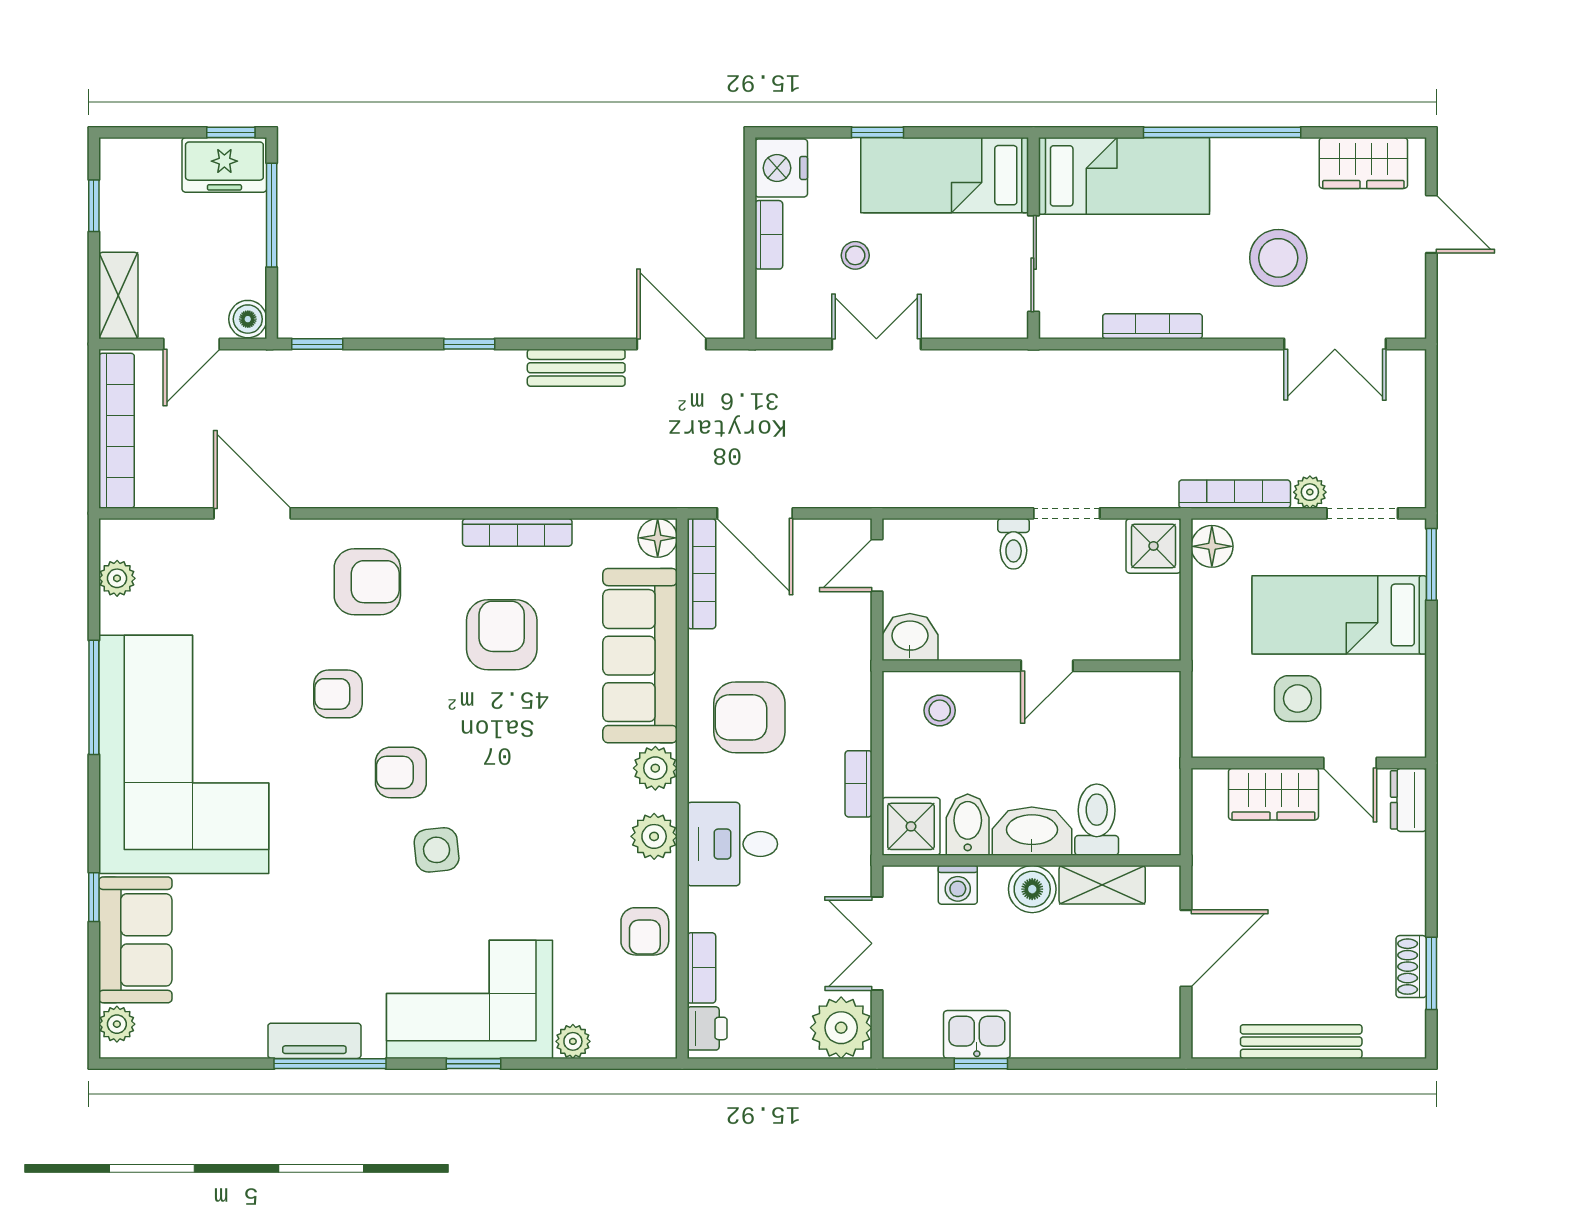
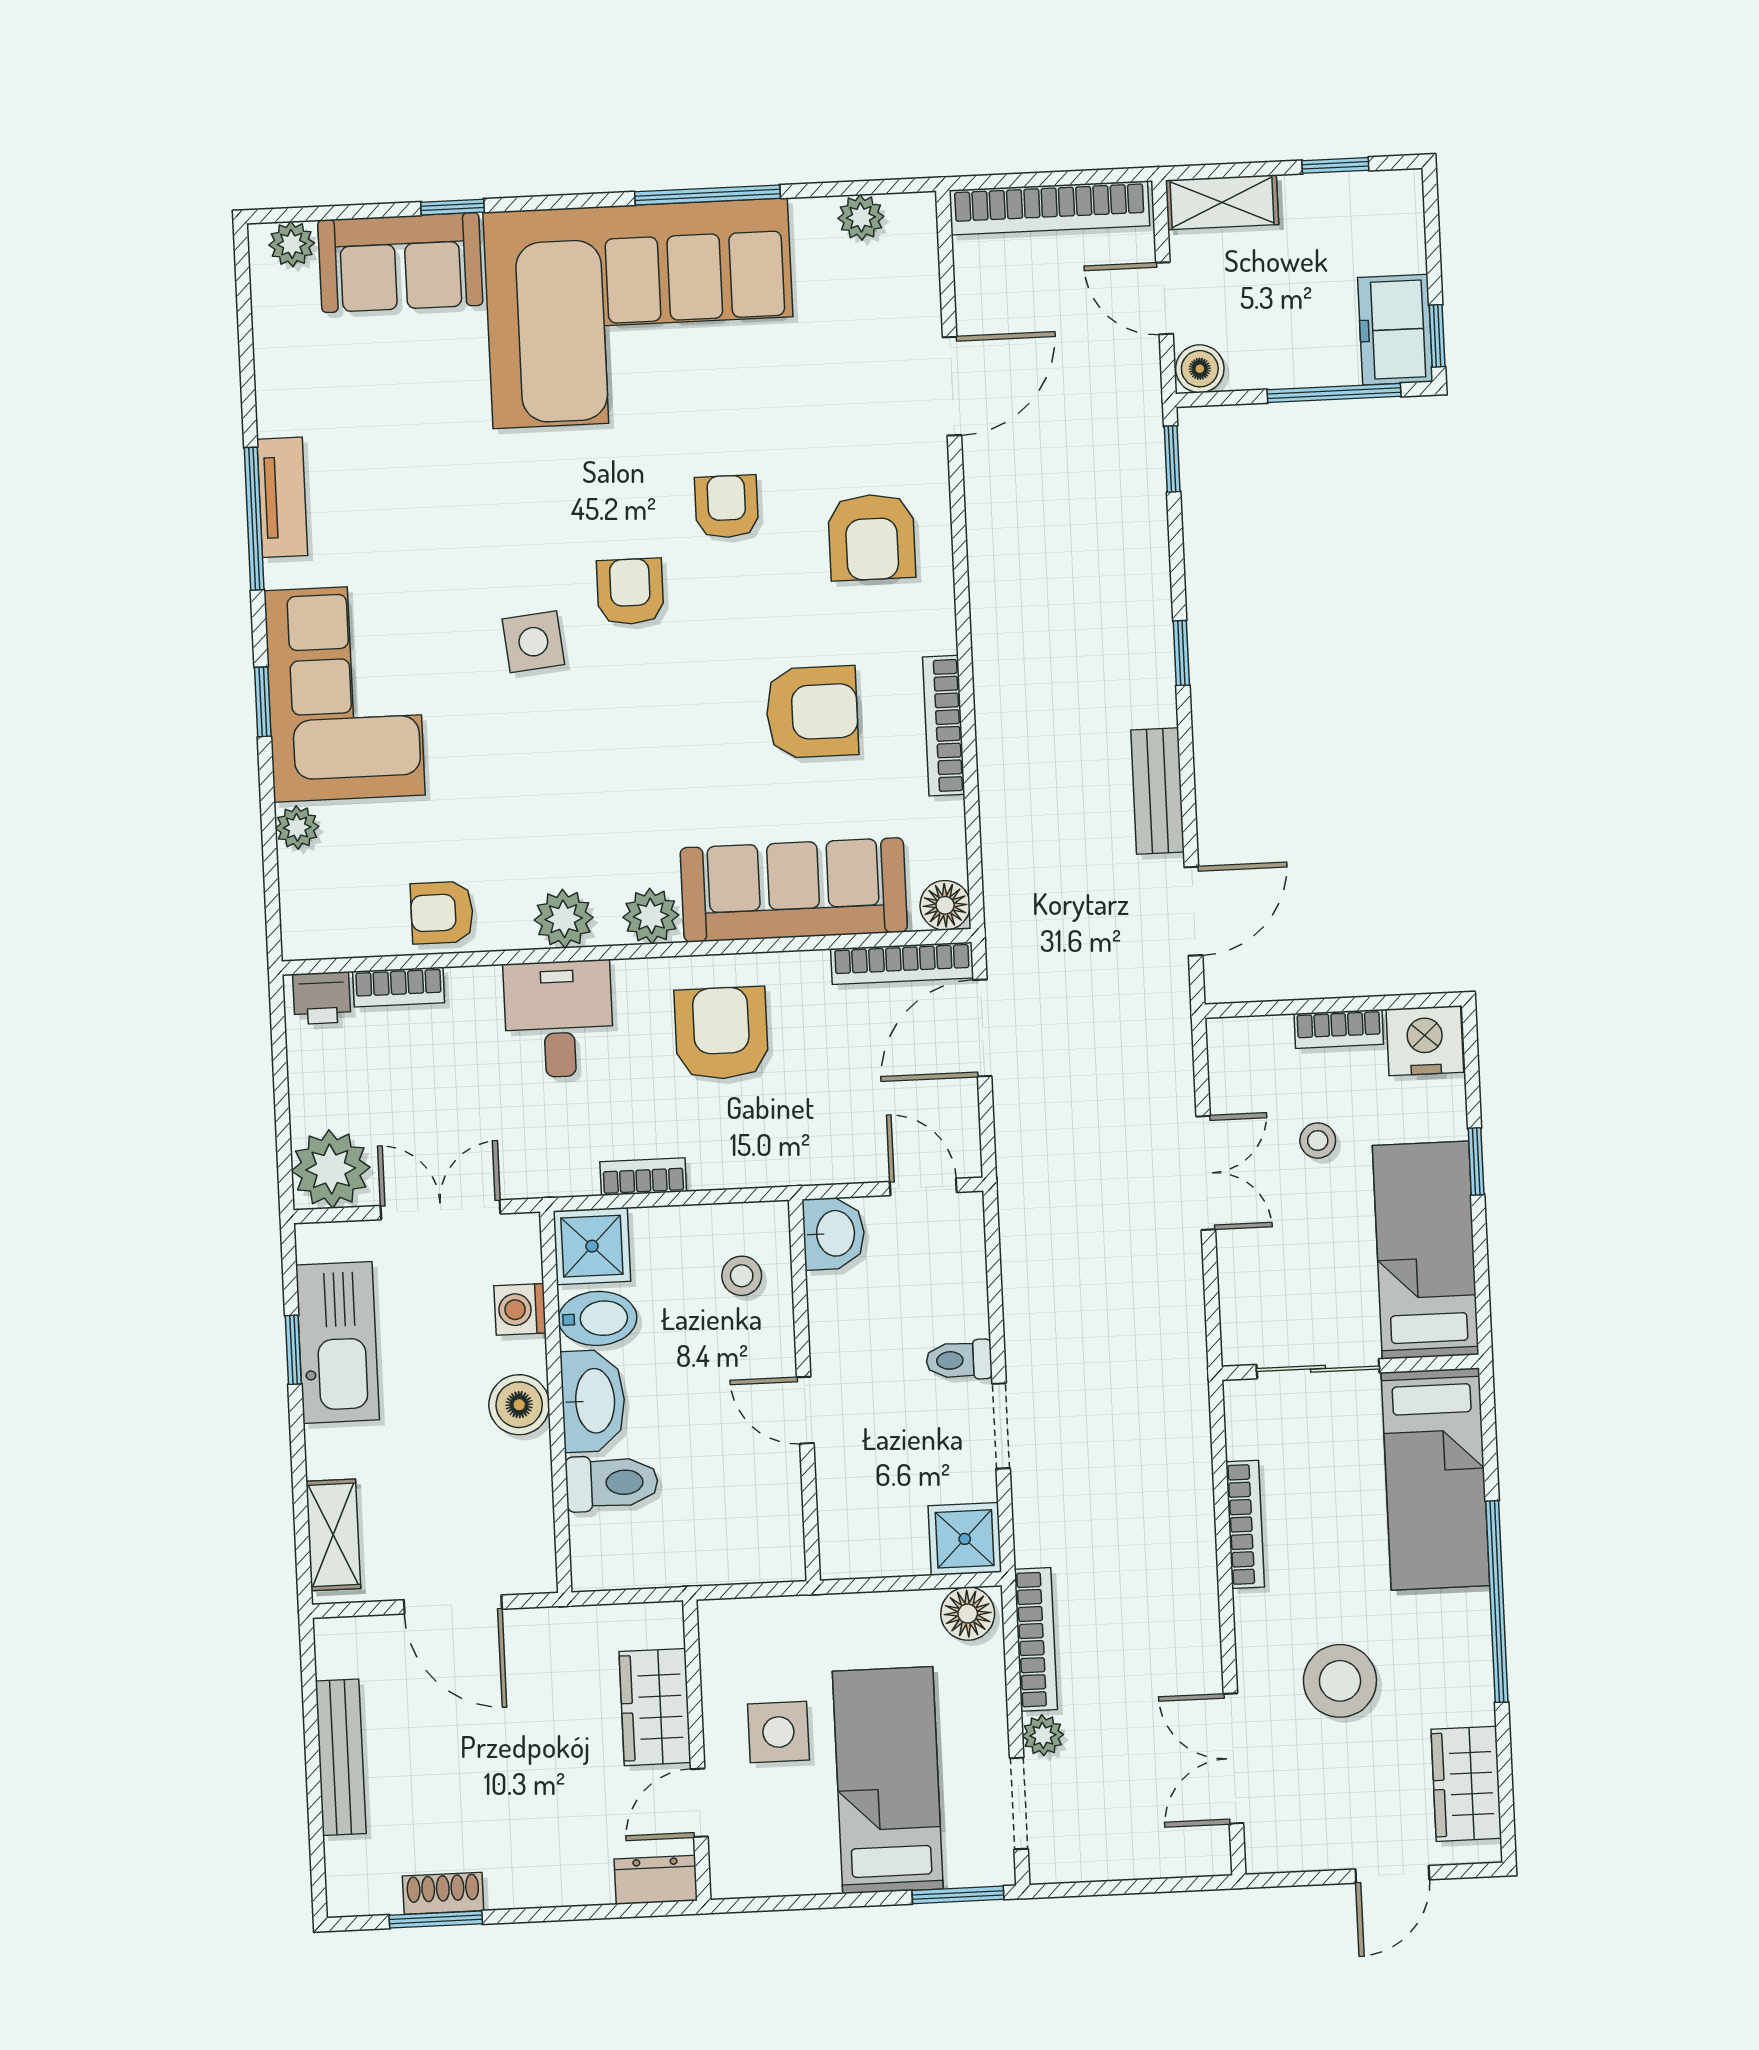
shelving: (1102, 885) -> (333, 1535), moved
kitchen sink: (977, 1034) -> (338, 1342), width x1.88, depth x1.24

